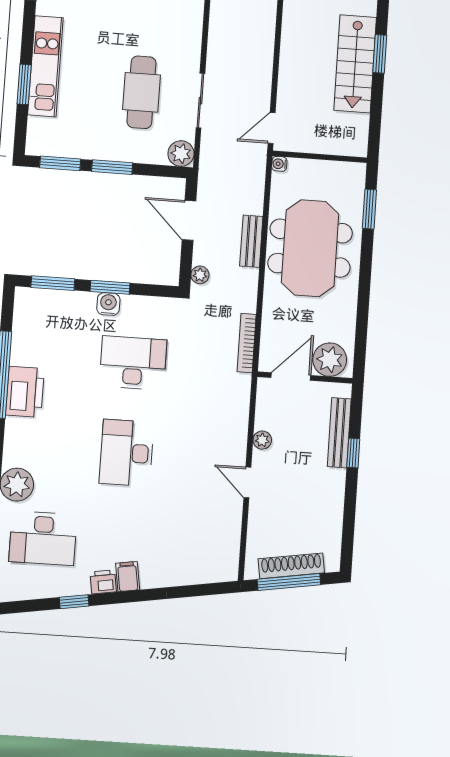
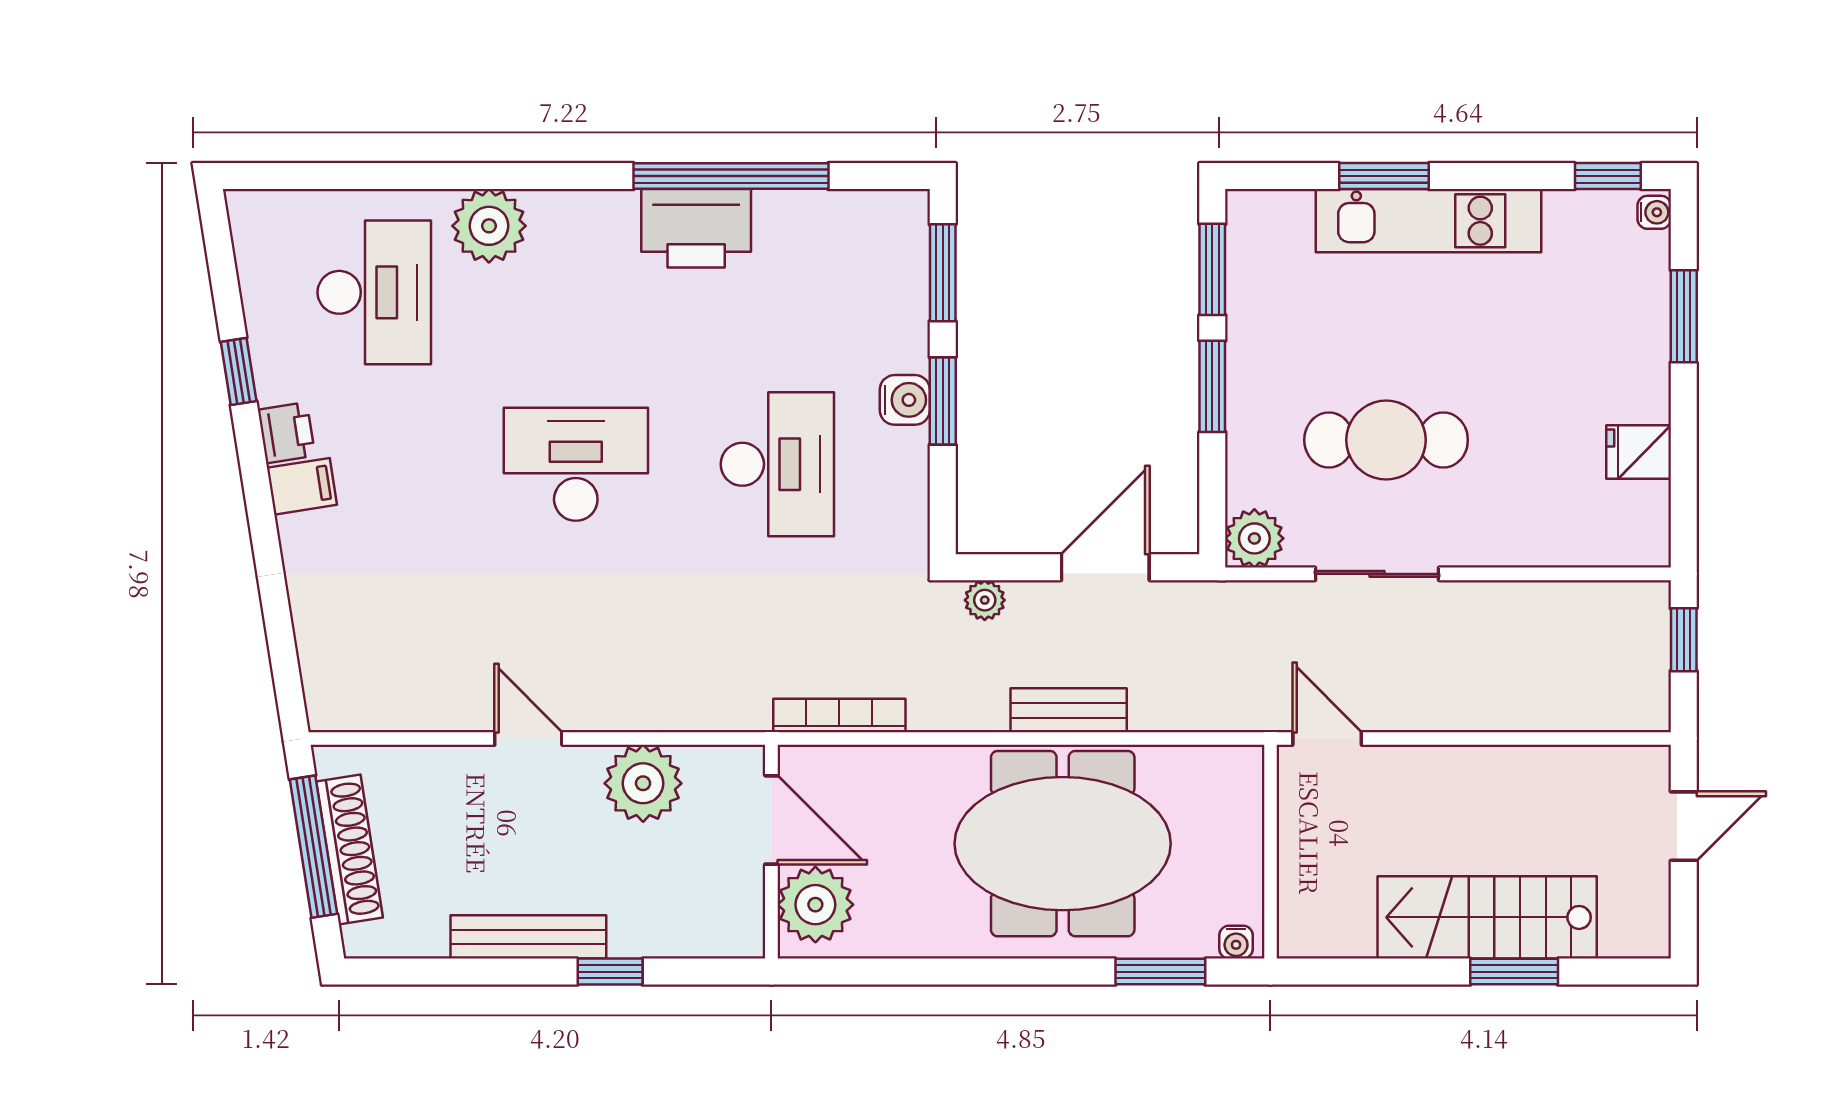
water cooler: (279, 164) -> (1236, 942), moved, turned 180
bench: (339, 433) -> (528, 937), moved
plant: (262, 440) -> (643, 783), width x1.88, depth x1.88
door: (247, 482) -> (528, 739), hinge flipped
desk: (43, 538) -> (374, 292), turned 180

